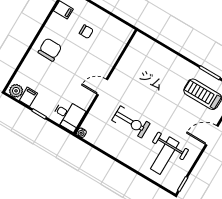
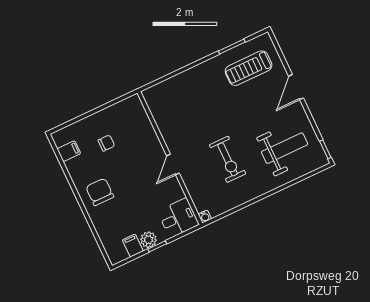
plant: (16, 91) -> (148, 240), moved
exercise bike: (131, 122) -> (228, 159), turned 90
weight bench: (165, 156) -> (285, 148), turned -90

